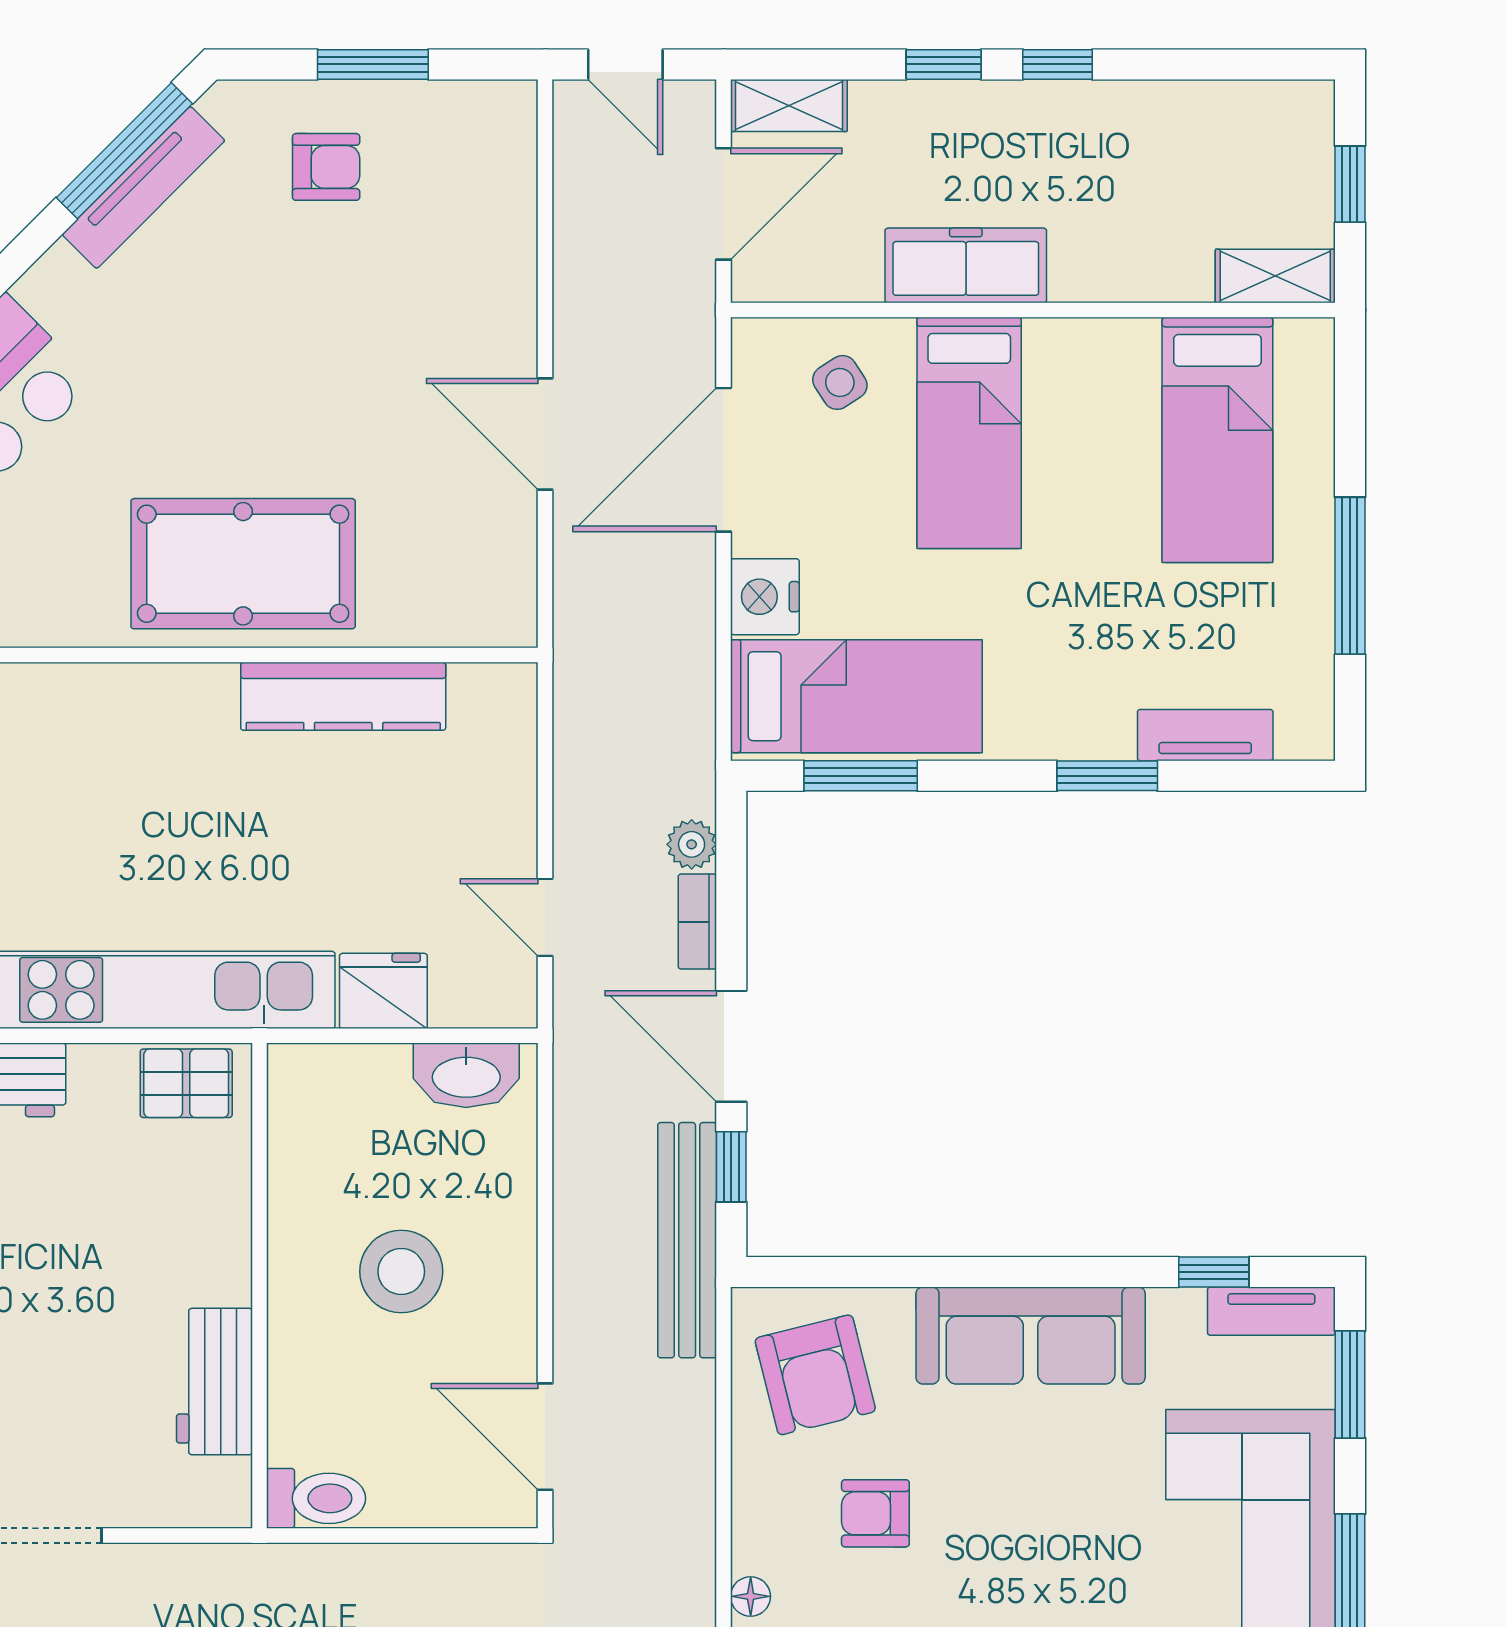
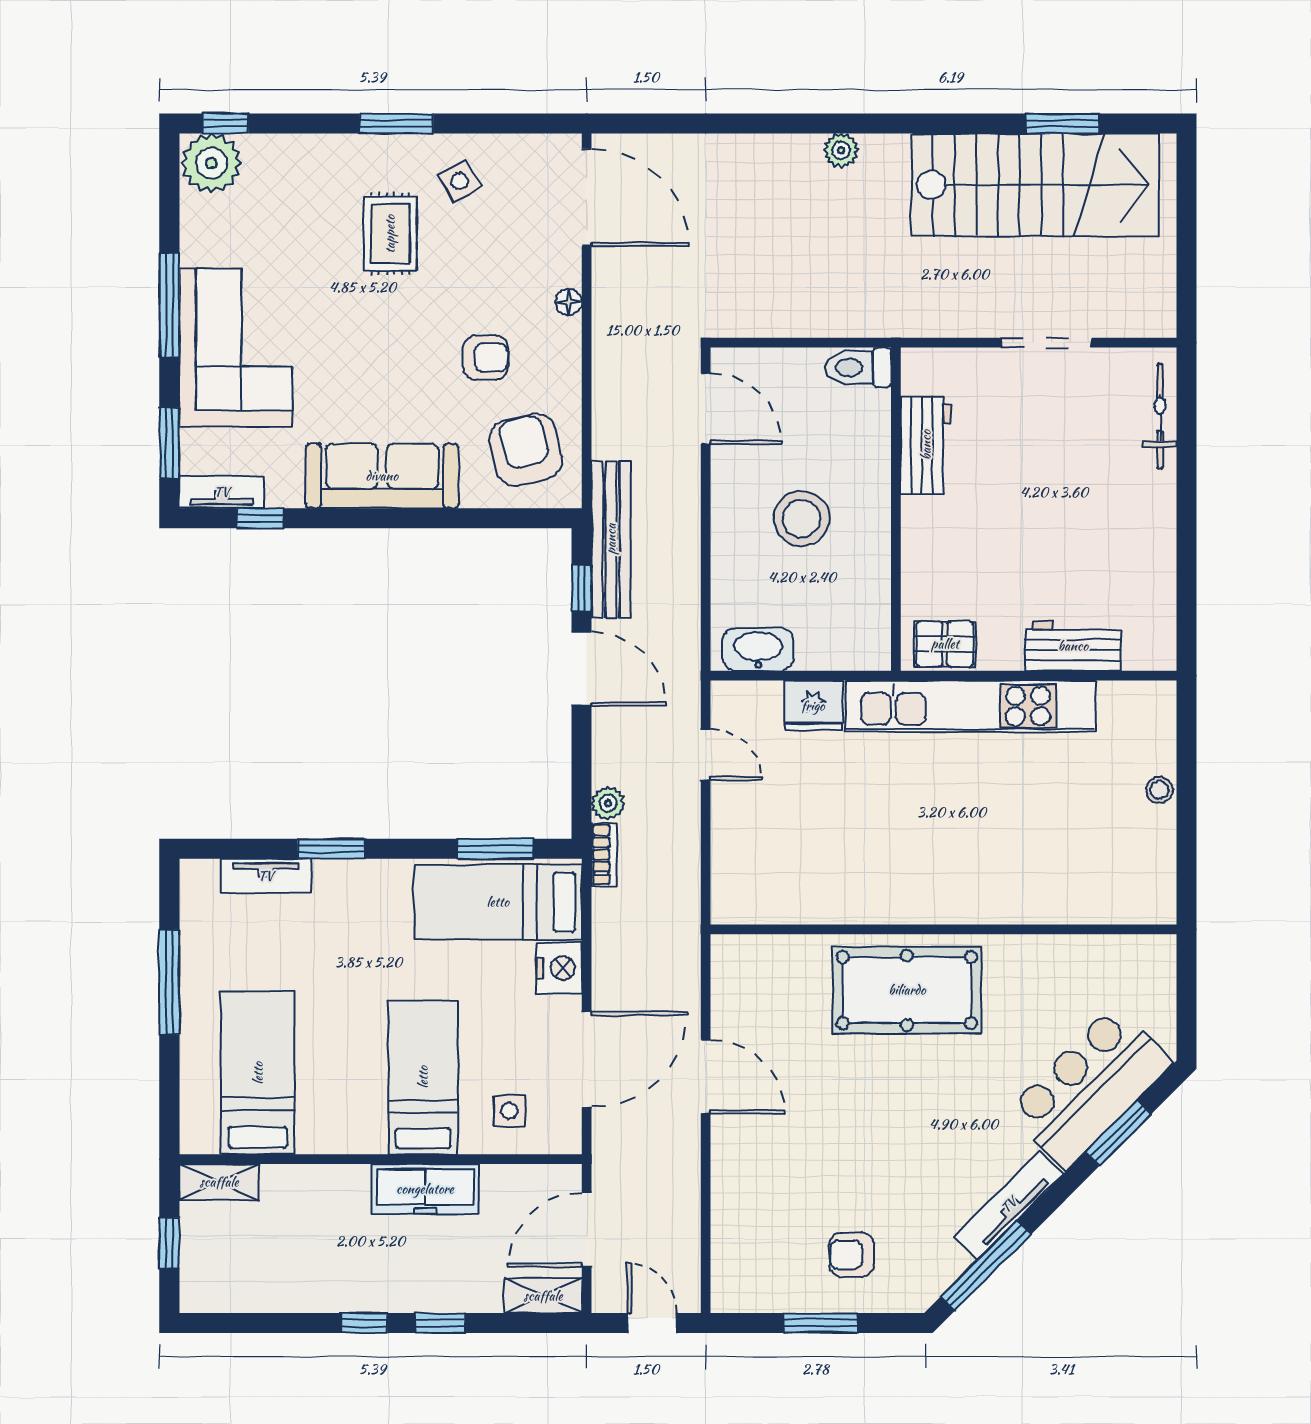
tv unit: (144, 187) -> (1009, 1205), moved
side table: (840, 382) -> (509, 1111), turned 33
kitchen counter: (343, 696) -> (840, 902), removed
bookcase: (697, 922) -> (604, 855), moved

